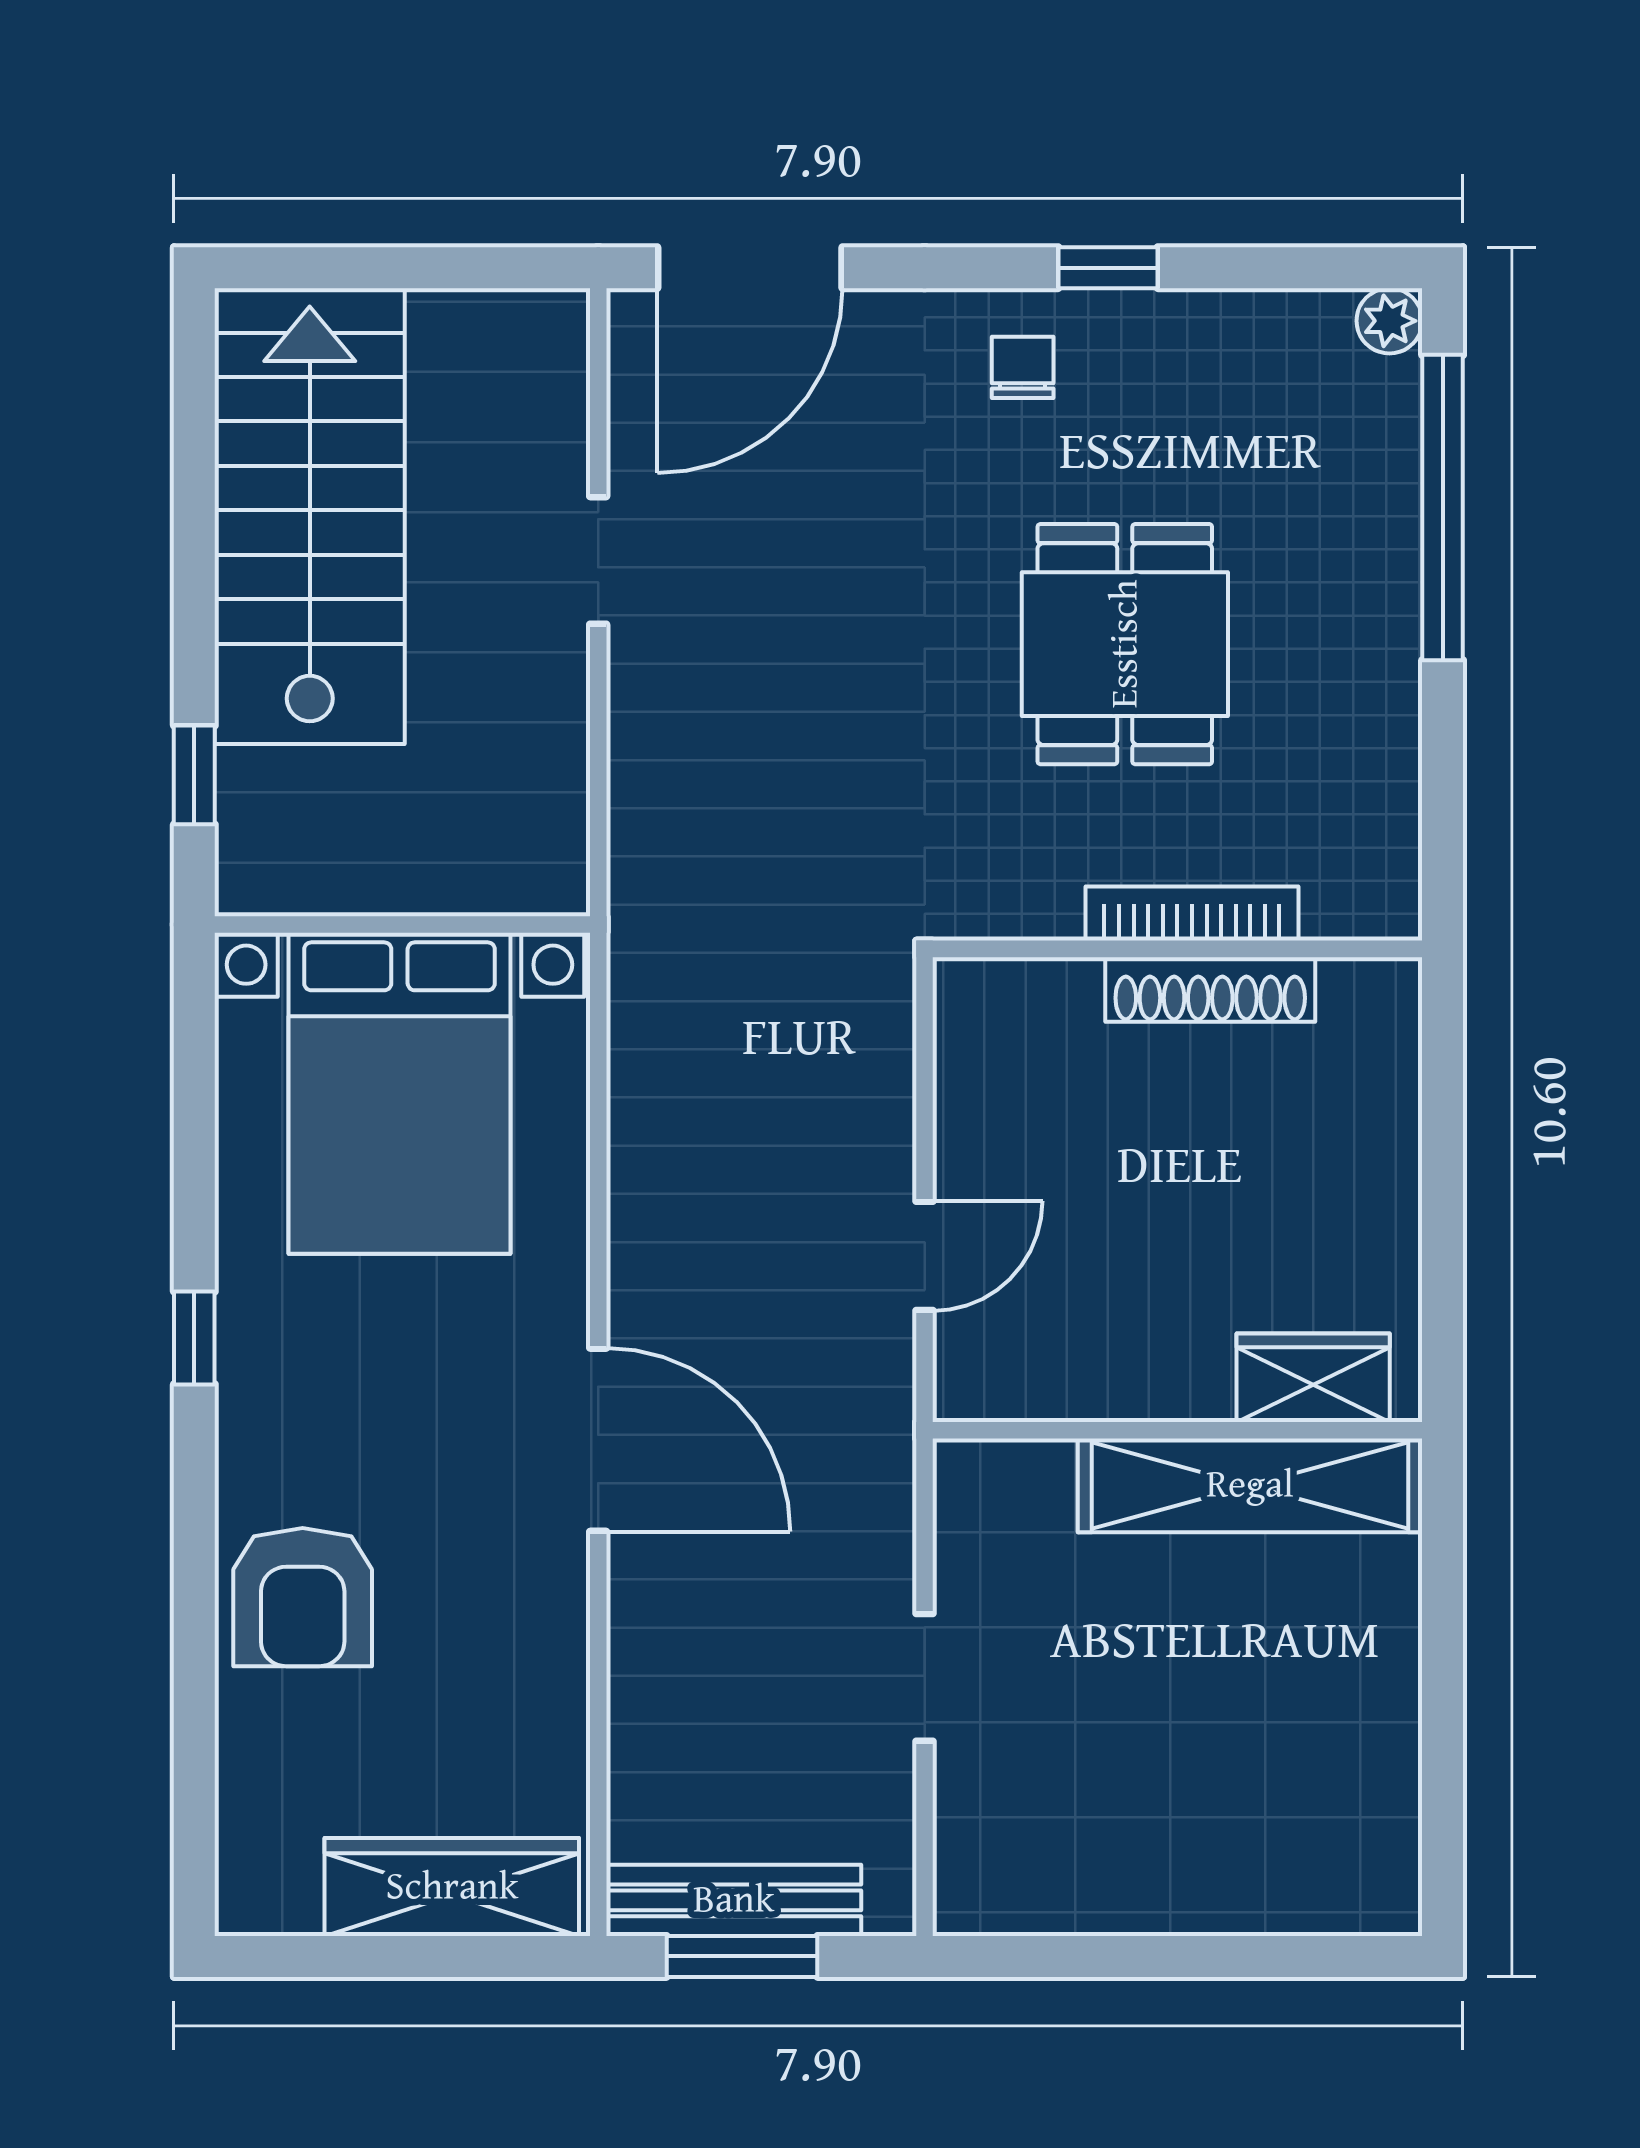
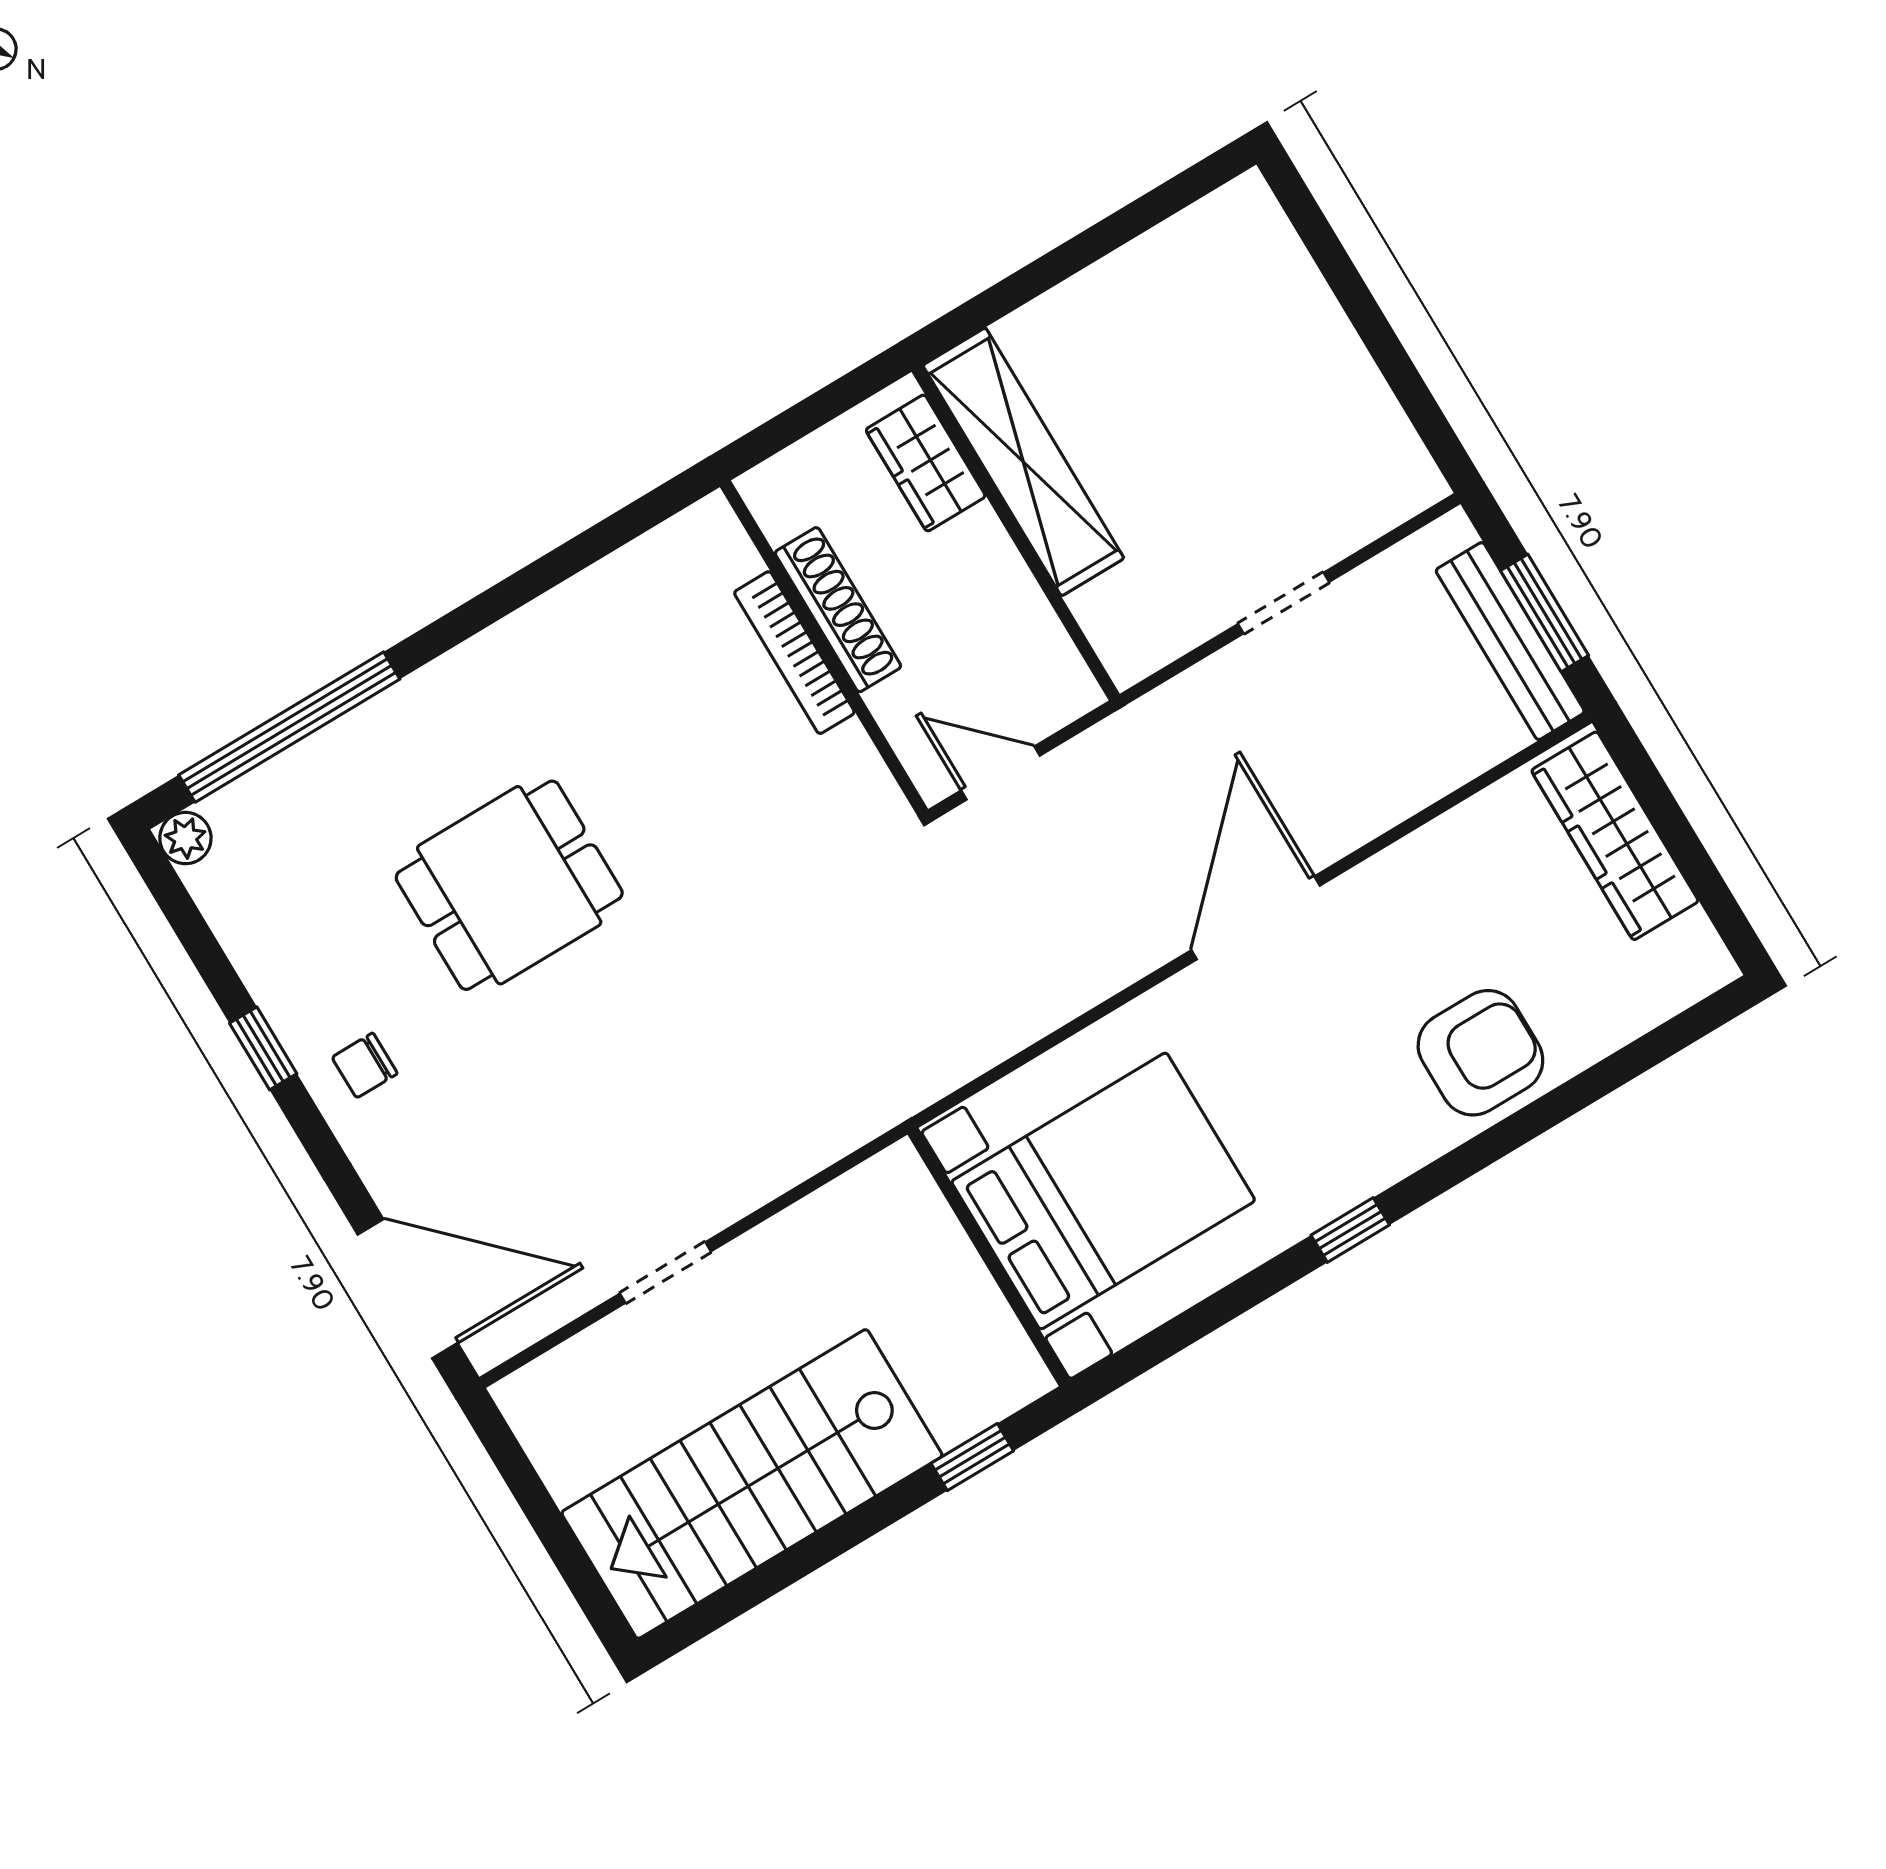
bookcase: (1192, 914) -> (794, 653), moved
wall: (1177, 949) -> (824, 648), moved
shoe rack: (1210, 989) -> (838, 610), moved

